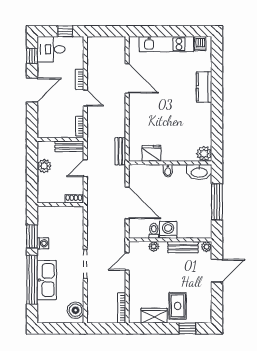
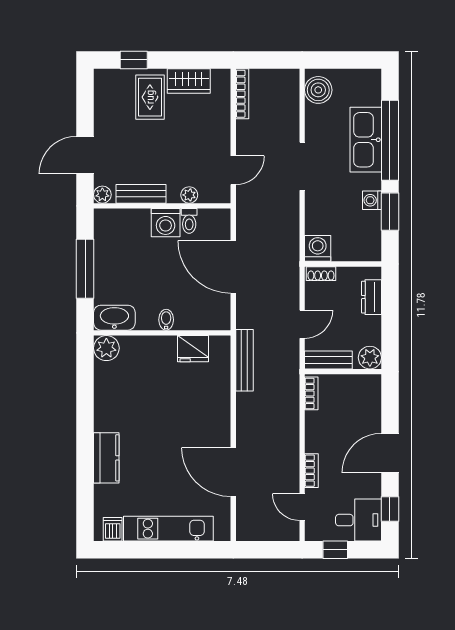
door: (85, 98) -> (302, 507), moved
bench: (120, 151) -> (244, 360), width x1.36
plant: (44, 166) -> (370, 358), moved
dresser: (43, 185) -> (372, 297), added
washing machine: (76, 214) -> (318, 248), added

